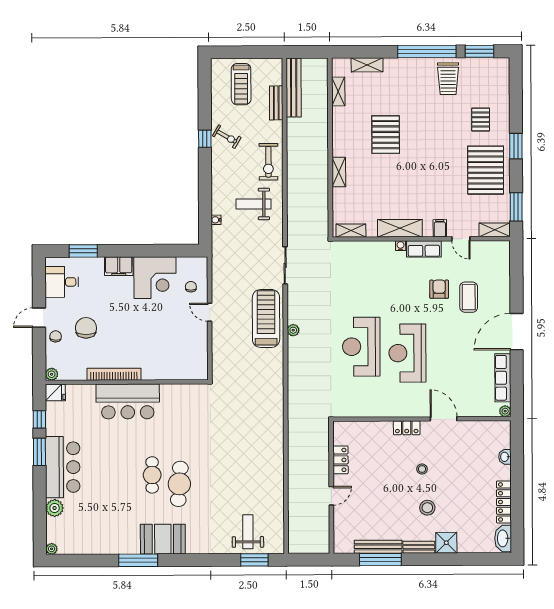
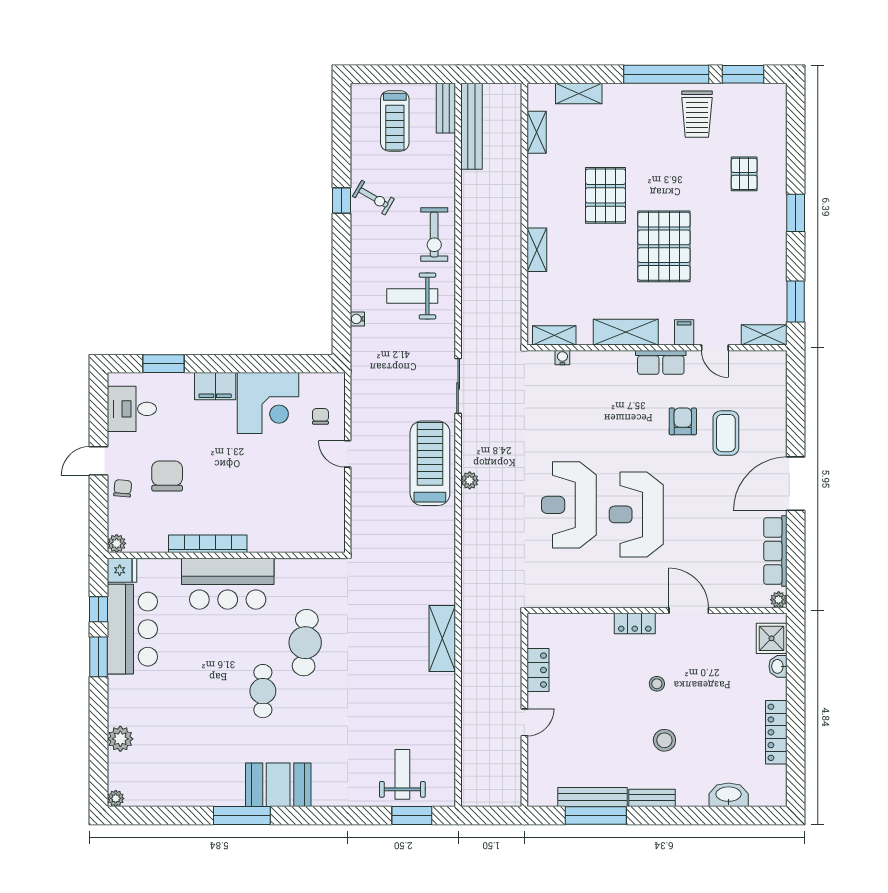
bench: (276, 103) -> (446, 108), moved
pallet: (486, 170) -> (664, 246), moved
water cooler: (401, 246) -> (562, 358), moved
shelving: (275, 439) -> (442, 639), added
bar counter: (63, 467) -> (132, 629), moved
cafe table: (179, 484) -> (305, 643), moved
washbasin: (503, 538) -> (729, 795), moved, turned 90
shower: (446, 543) -> (772, 638), moved

